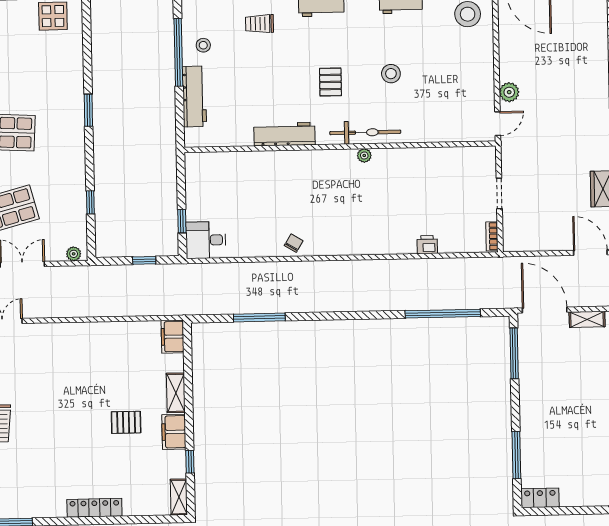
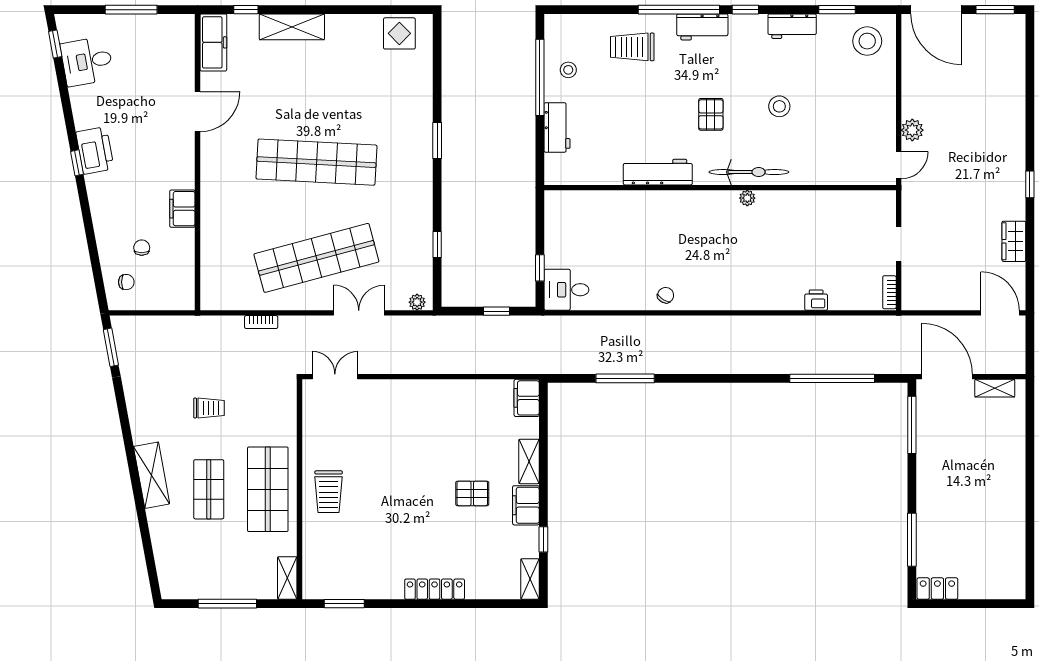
trolley: (260, 24) -> (632, 47), width x1.36, depth x1.39
workbench: (194, 96) -> (557, 127), width x0.73

